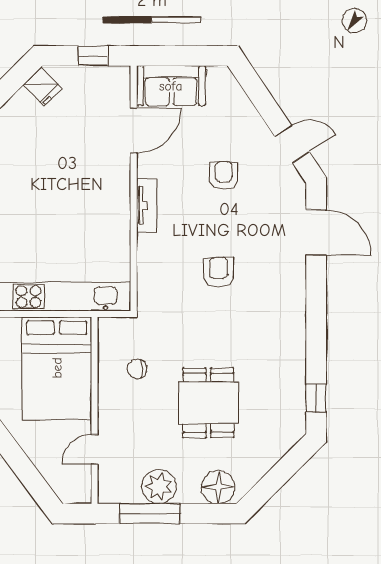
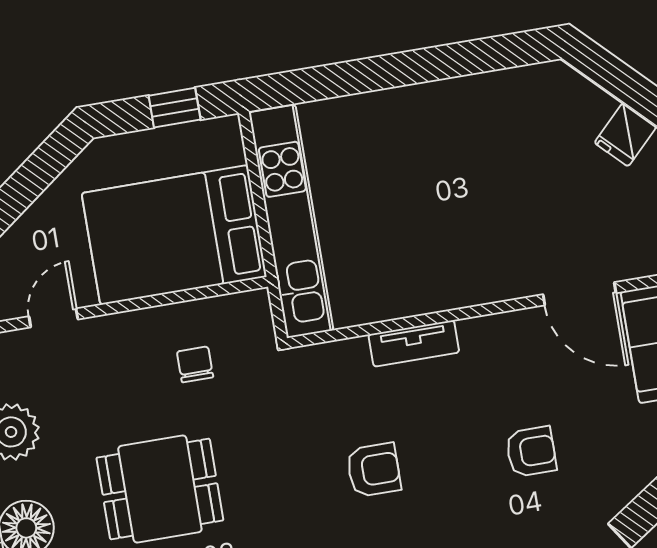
tv unit: (147, 206) -> (414, 343), moved
door: (95, 449) -> (53, 318), hinge flipped

